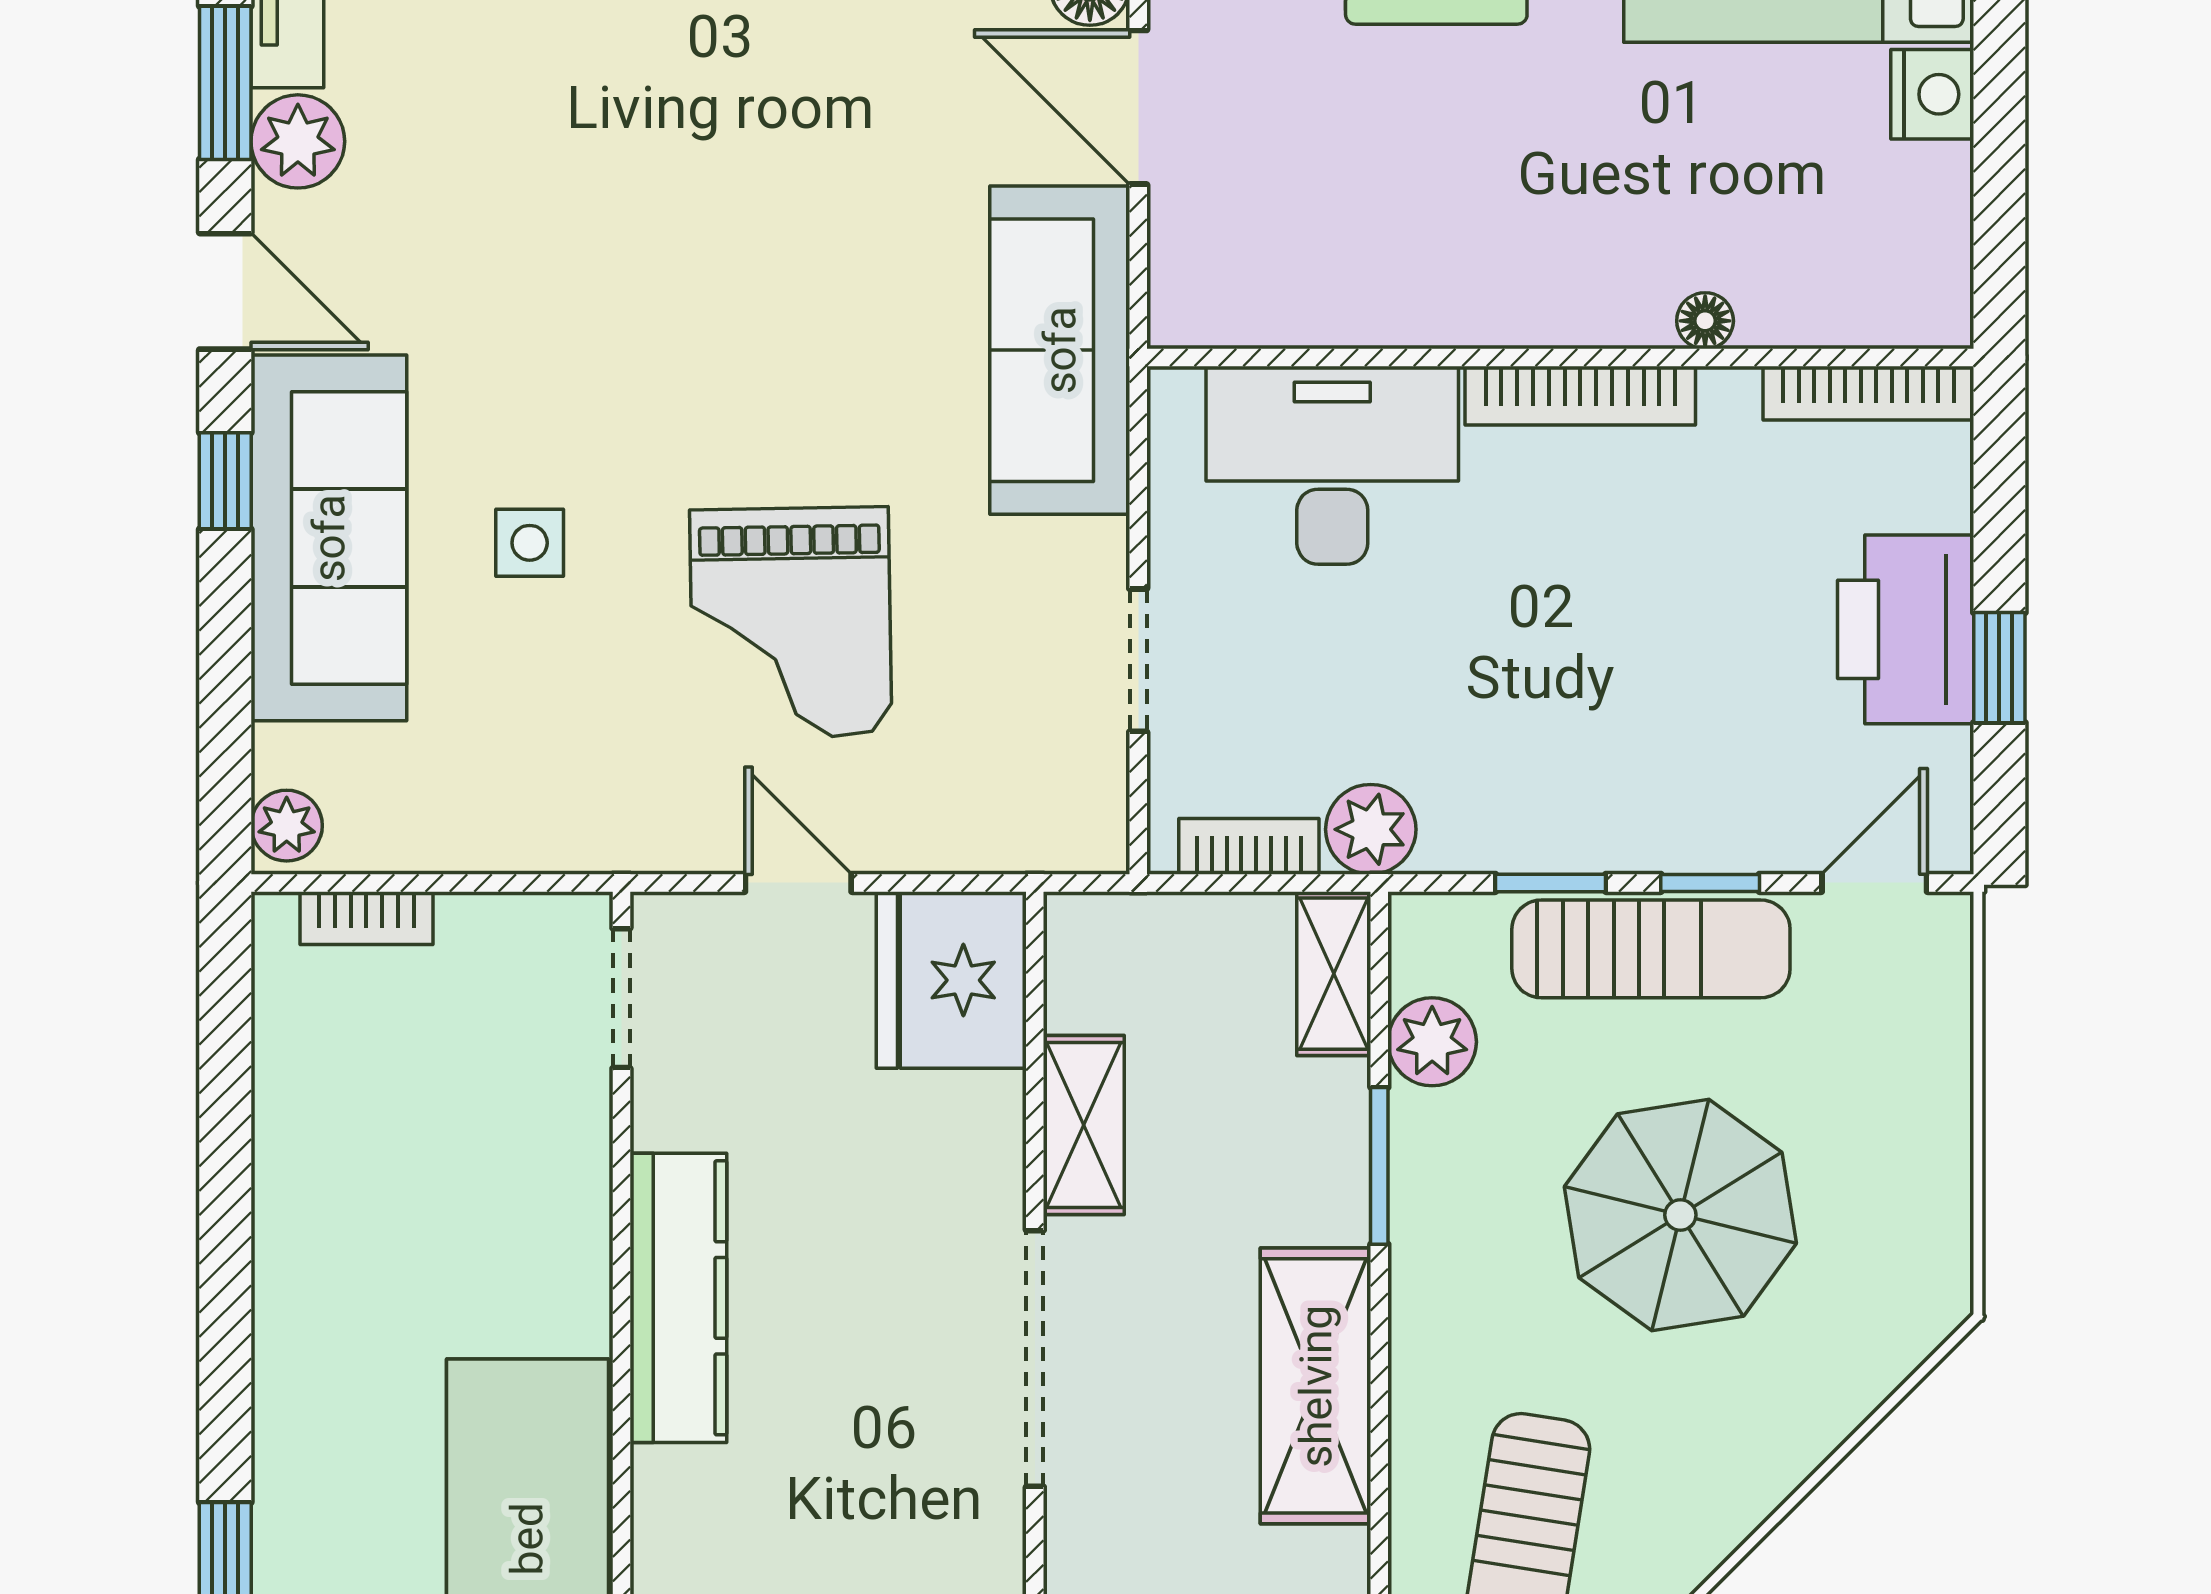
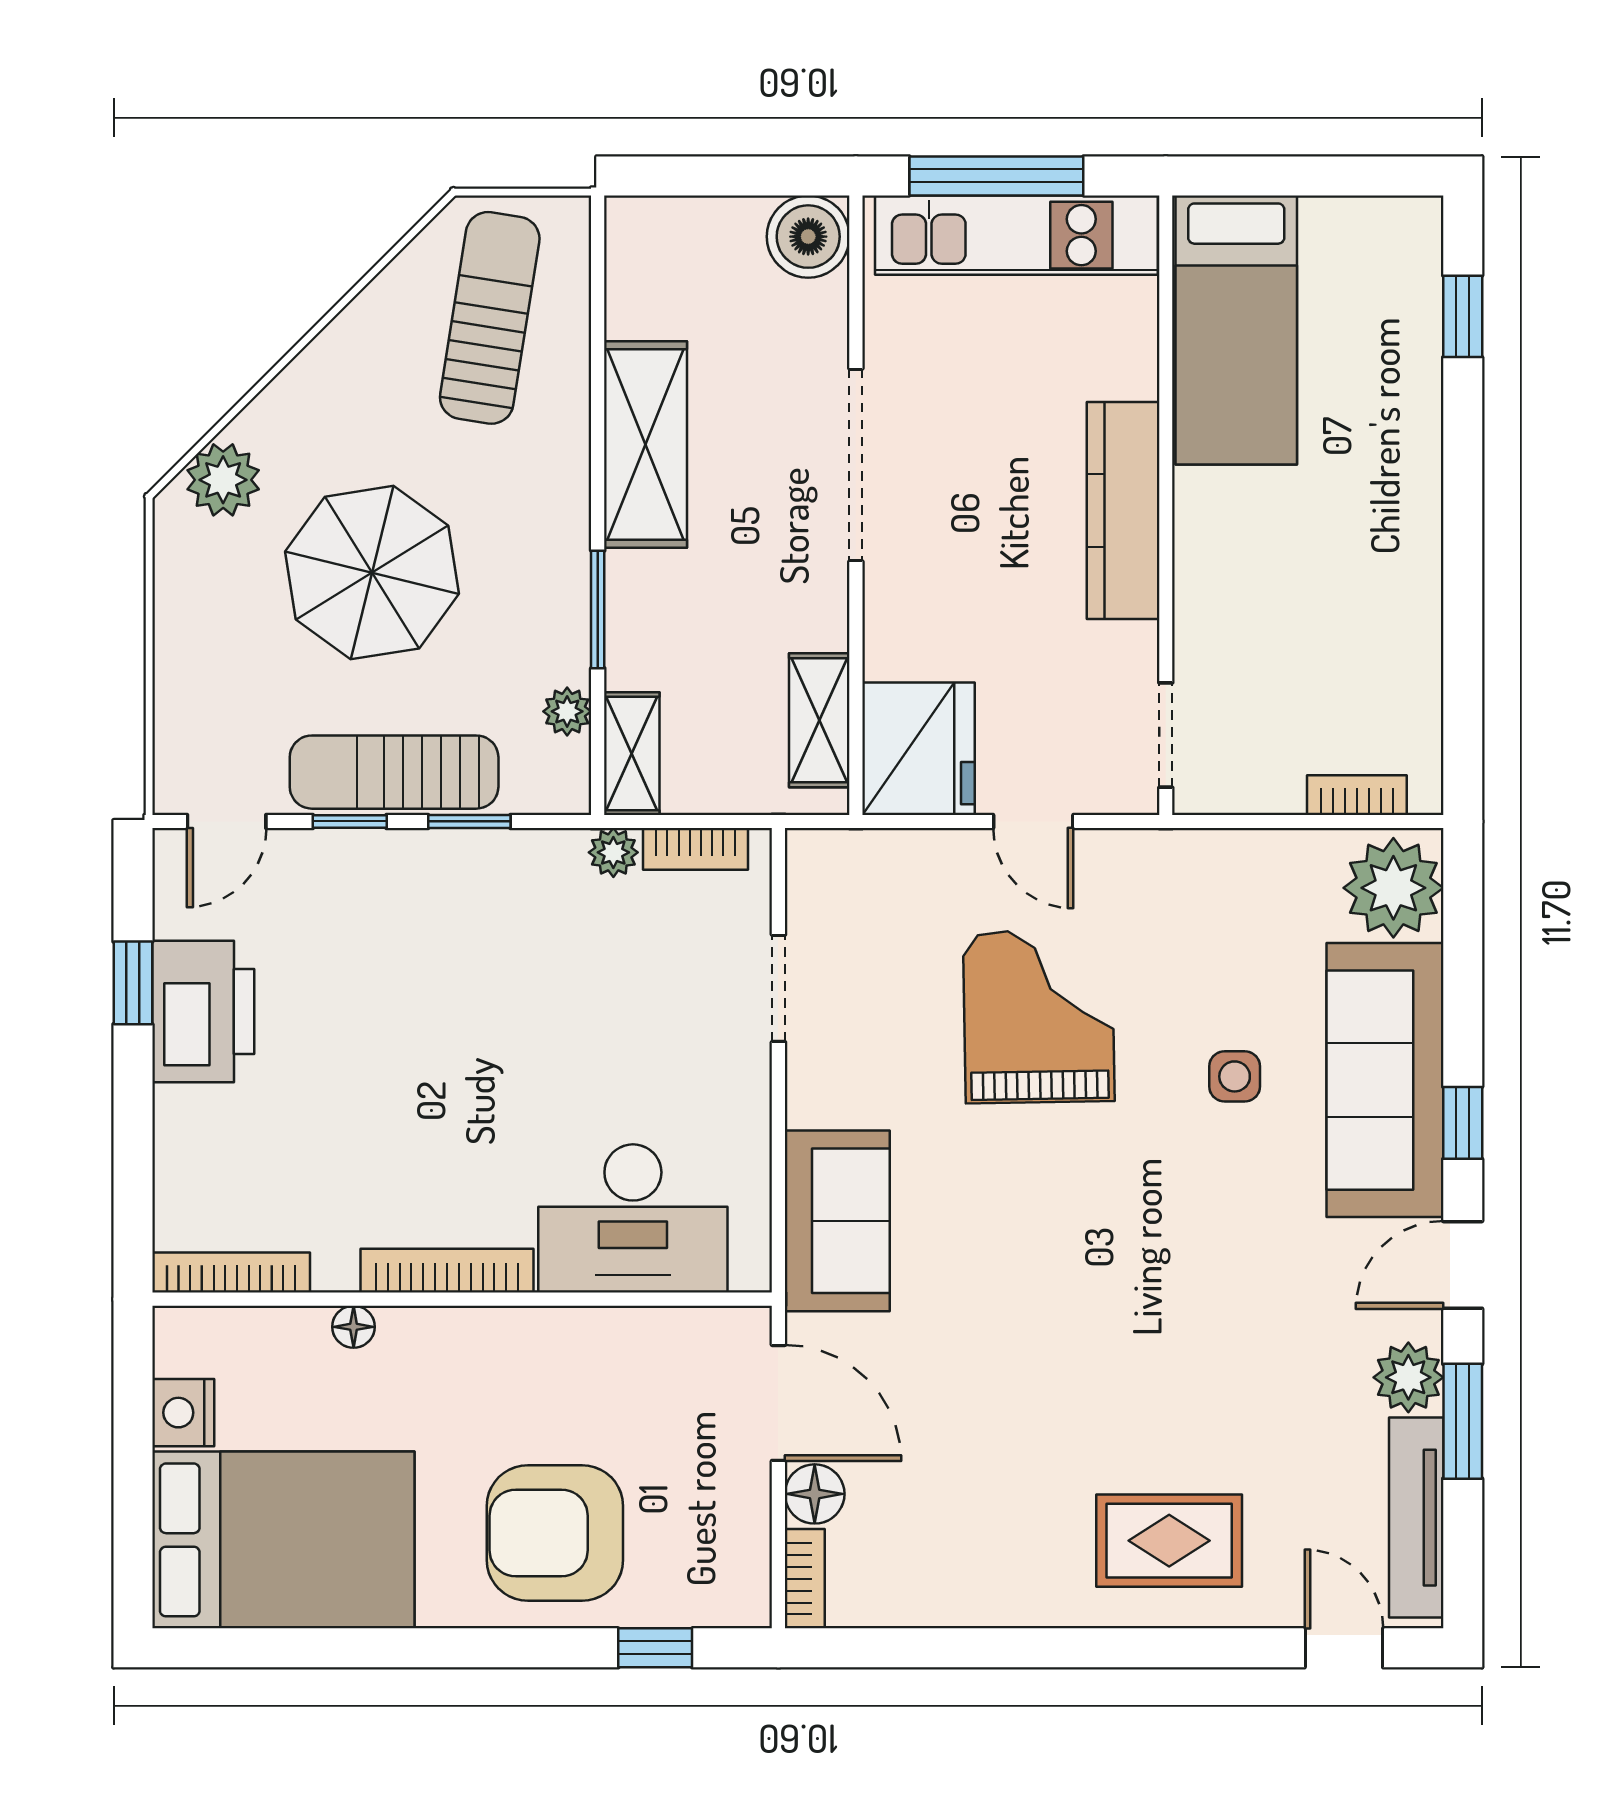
door: (225, 291) -> (1463, 1265), hinge flipped
floor lamp: (1705, 321) -> (354, 1327), moved
sofa: (1060, 350) -> (837, 1221), width x0.73
wall: (1560, 358) -> (462, 1299), moved
bookcase: (1868, 393) -> (231, 1273), moved
bookcase: (1580, 396) -> (447, 1271), moved
desk: (1332, 465) -> (633, 1218), moved
plant: (287, 826) -> (1393, 888), width x1.88, depth x1.88
plant: (1371, 829) -> (613, 852), width x0.73, depth x0.73
plant: (1432, 1042) -> (567, 711), width x0.73, depth x0.73
shelving: (1084, 1125) -> (819, 720), moved
plant: (1879, 1339) -> (223, 480), added

